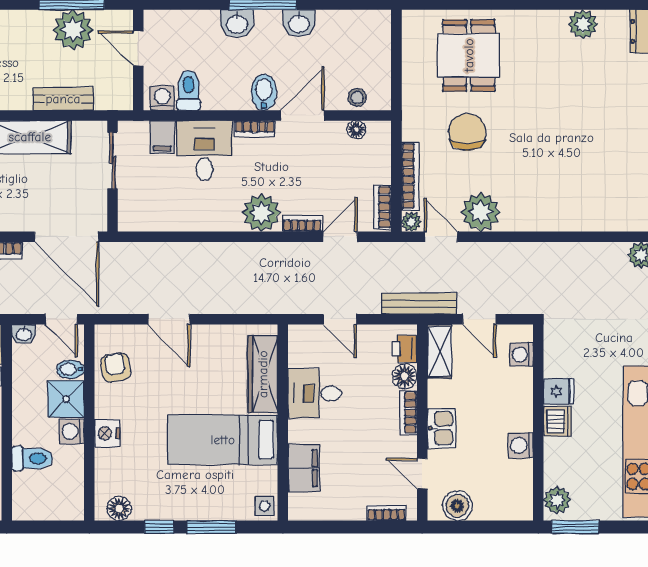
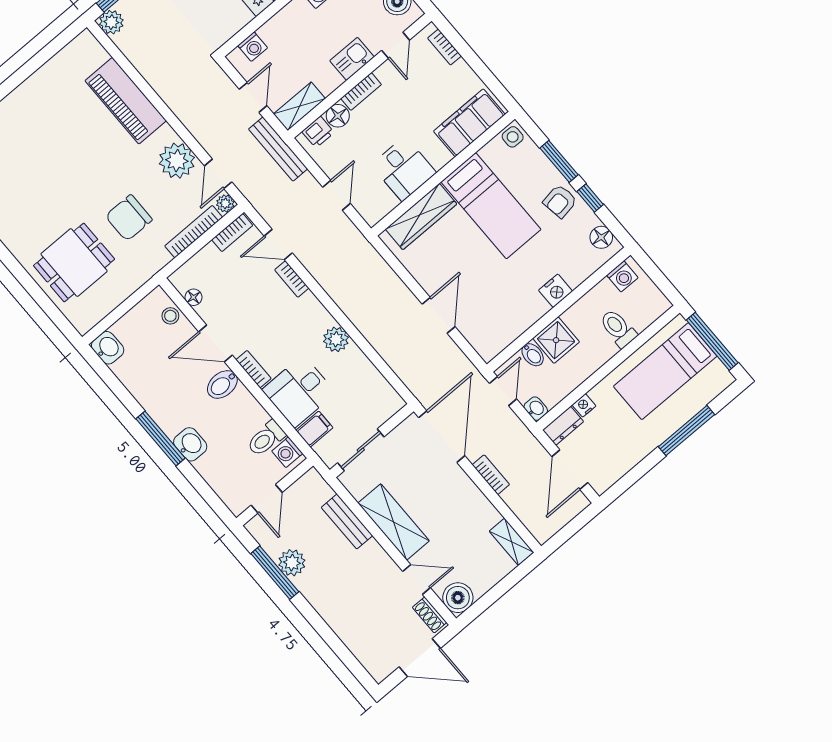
washbasin: (299, 23) -> (108, 348), moved
plant: (73, 30) -> (292, 563), width x0.73, depth x0.73
piano: (566, 212) -> (126, 101), added
plant: (261, 213) -> (336, 339), moved, width x0.73, depth x0.73
armchair: (116, 367) -> (560, 201), moved
washing machine: (72, 431) -> (622, 276), moved
filing cabinet: (304, 468) -> (469, 123), width x1.50, depth x1.17

